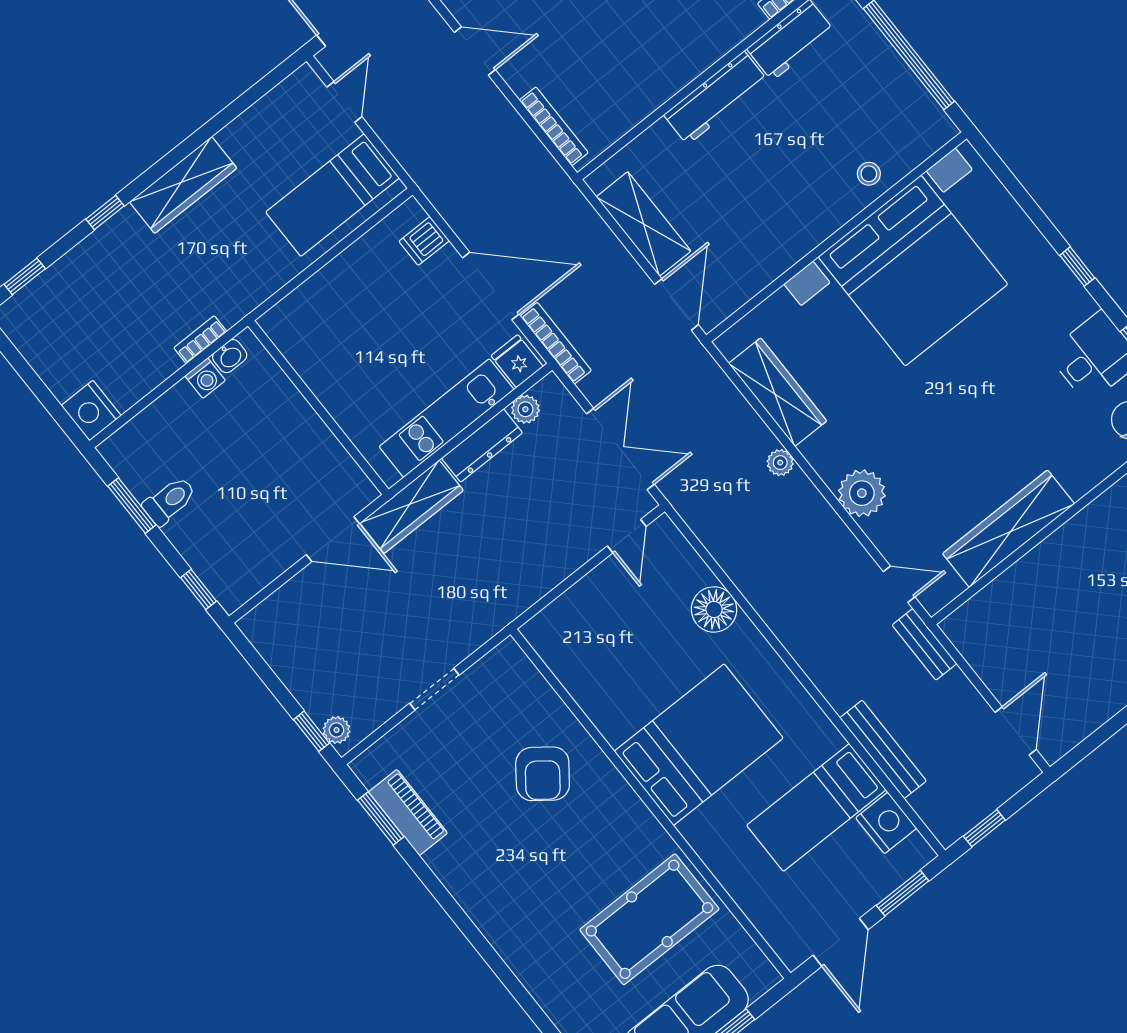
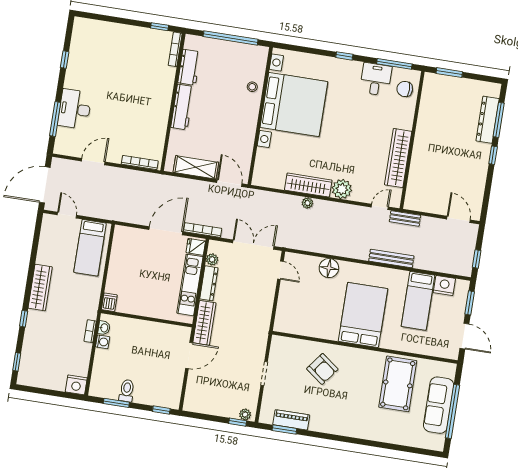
dishwasher: (424, 241) -> (109, 302), moved, turned 180
wardrobe: (778, 392) -> (308, 185), moved
bench: (883, 749) -> (391, 258), moved

